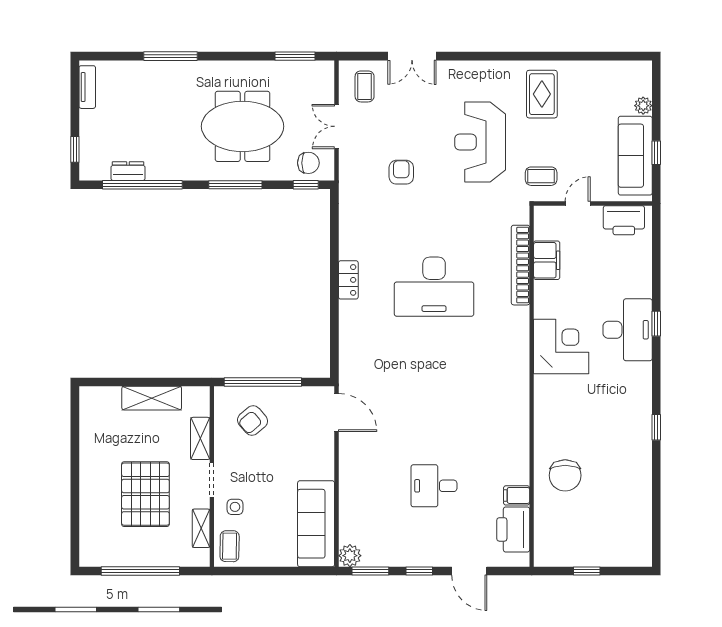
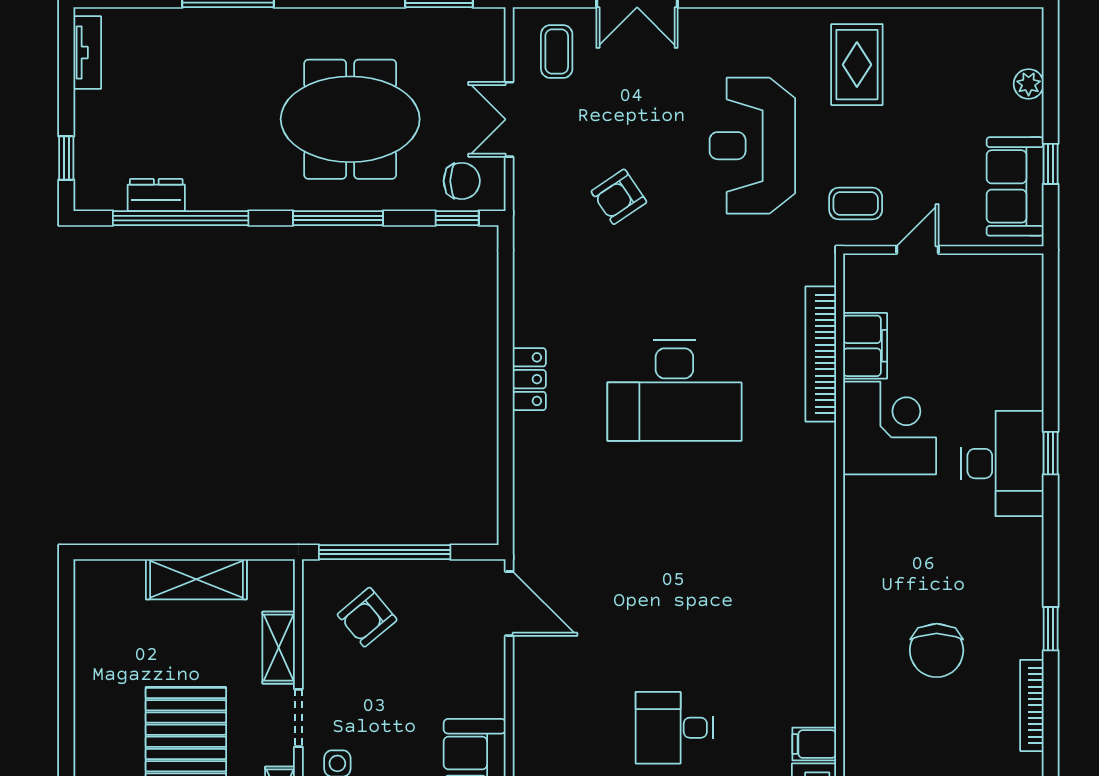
sofa: (635, 156) -> (1015, 186), width x0.73
armchair: (401, 172) -> (619, 197), turned -124
printer: (624, 220) -> (996, 278), removed
corner desk: (561, 347) -> (890, 428), moved
bookcase: (645, 473) -> (1032, 705), added
chair: (565, 475) -> (937, 650), moved

